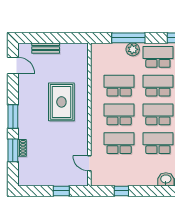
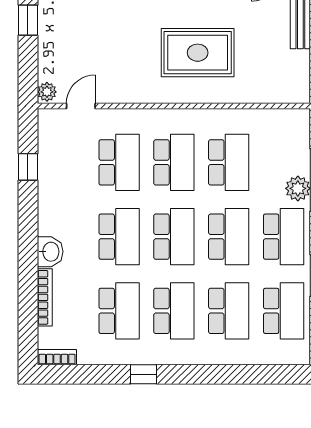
plant: (82, 181) -> (47, 92), added
window: (61, 191) -> (28, 20), moved

